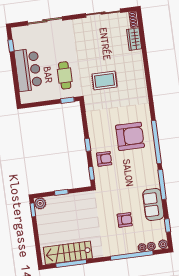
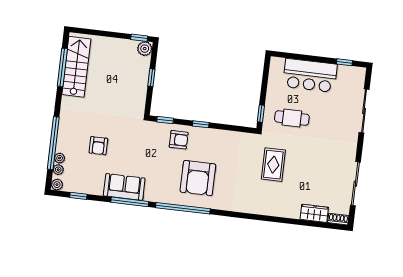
armchair: (104, 159) -> (179, 140), turned -90
sofa: (153, 204) -> (124, 187), moved

